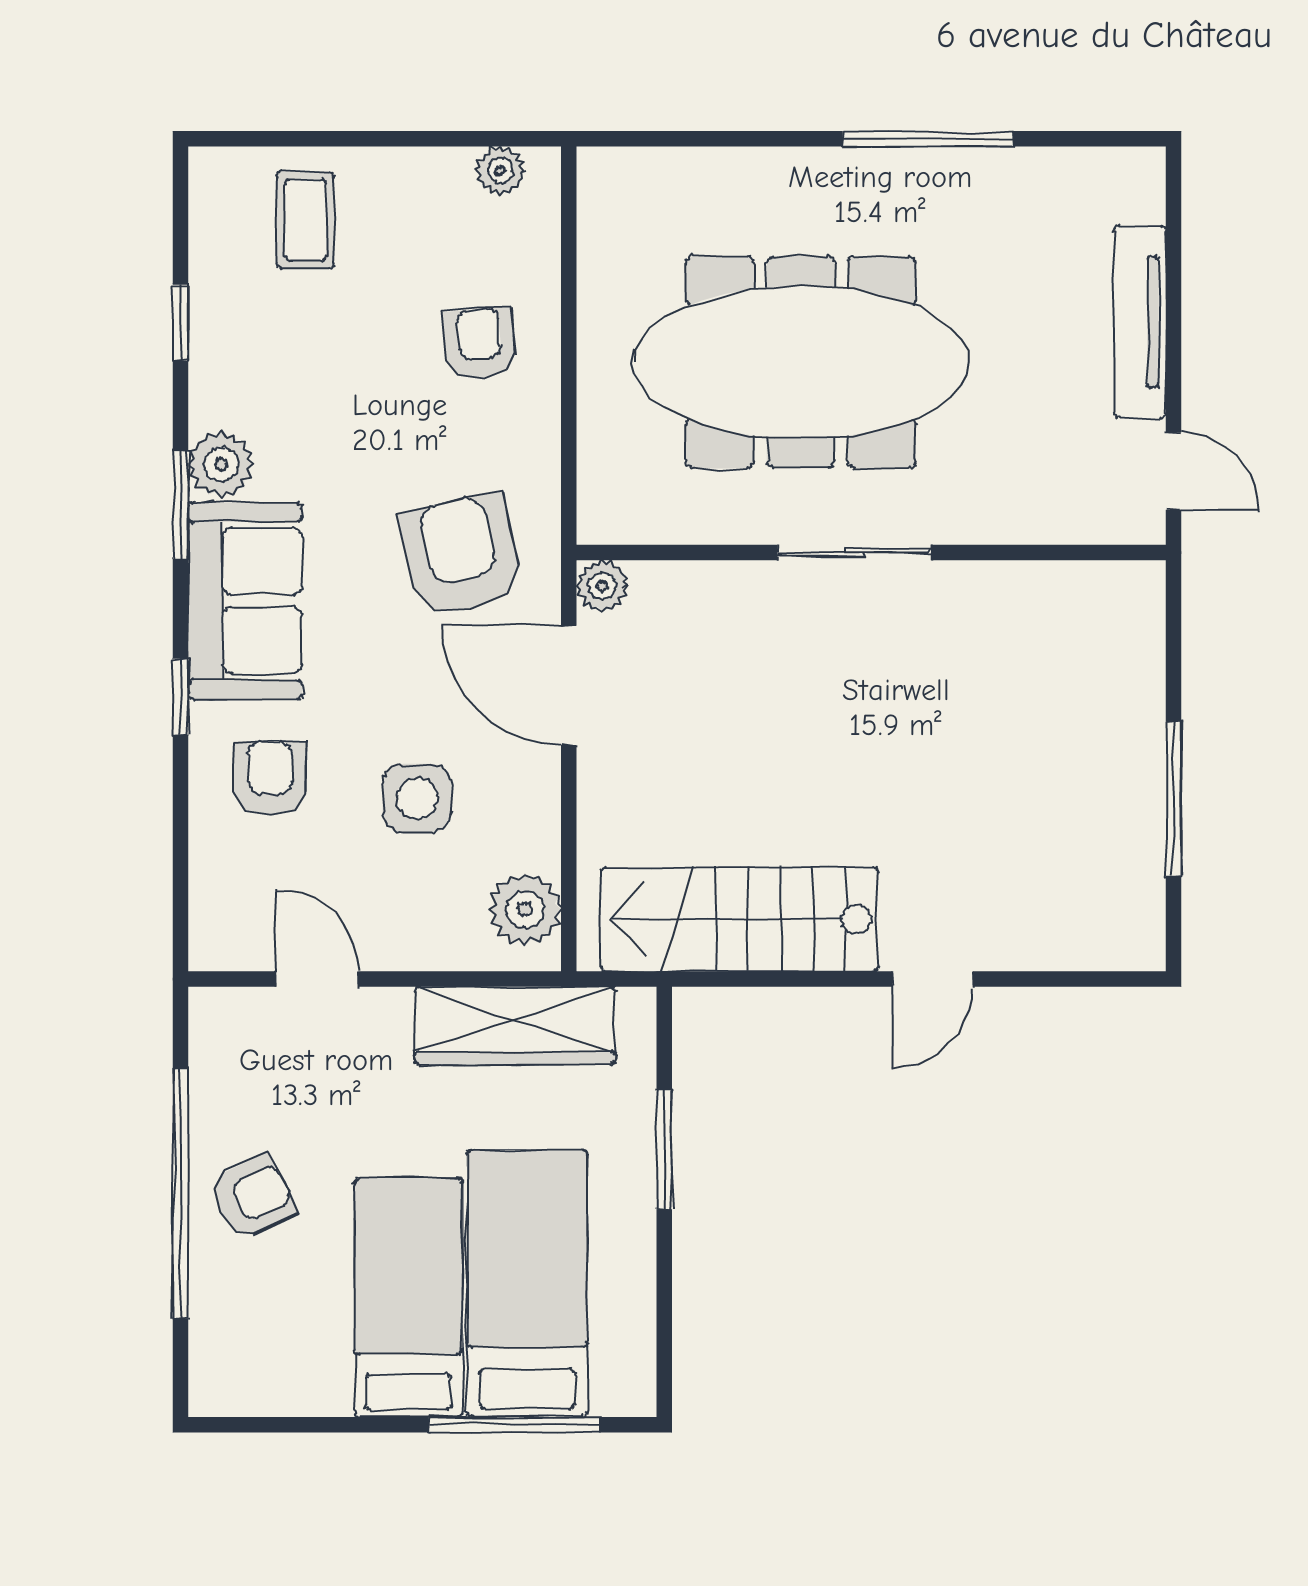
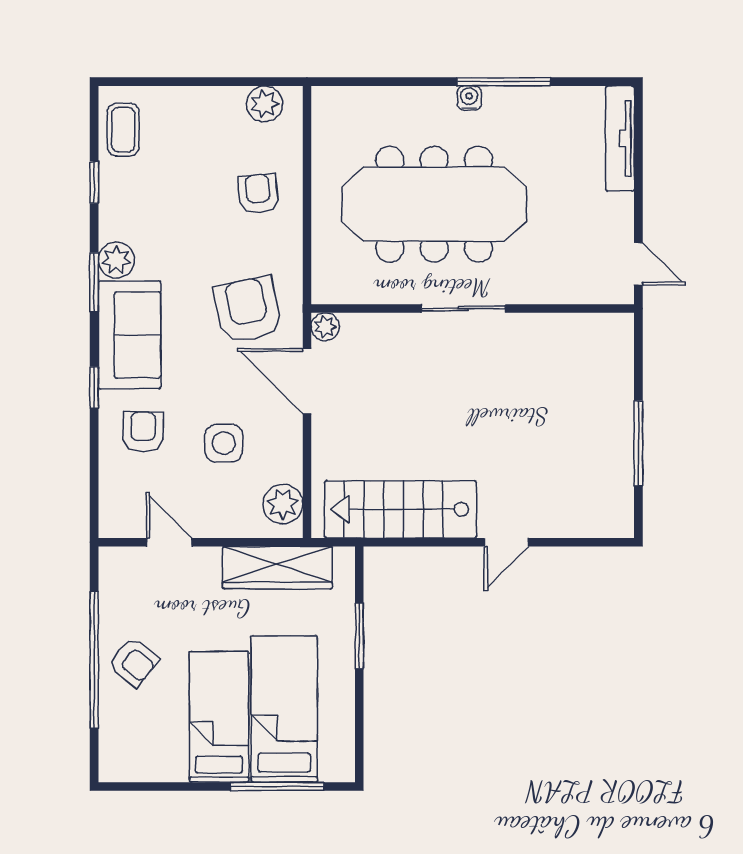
water cooler: (865, 169) -> (469, 98), added
plant: (500, 170) -> (264, 104), width x1.38, depth x1.38
coffee table: (305, 220) -> (123, 130), moved
tv unit: (1140, 322) -> (620, 139), moved
armchair: (253, 1197) -> (134, 662), turned 64

